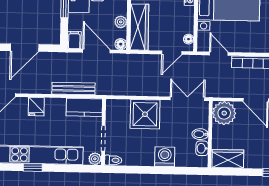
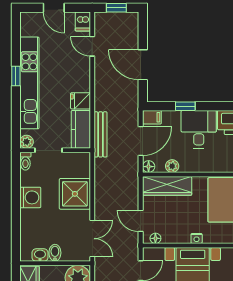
bench: (73, 88) -> (101, 134), moved
fridge: (36, 107) -> (80, 101), moved
washing machine: (165, 157) -> (30, 197), moved

